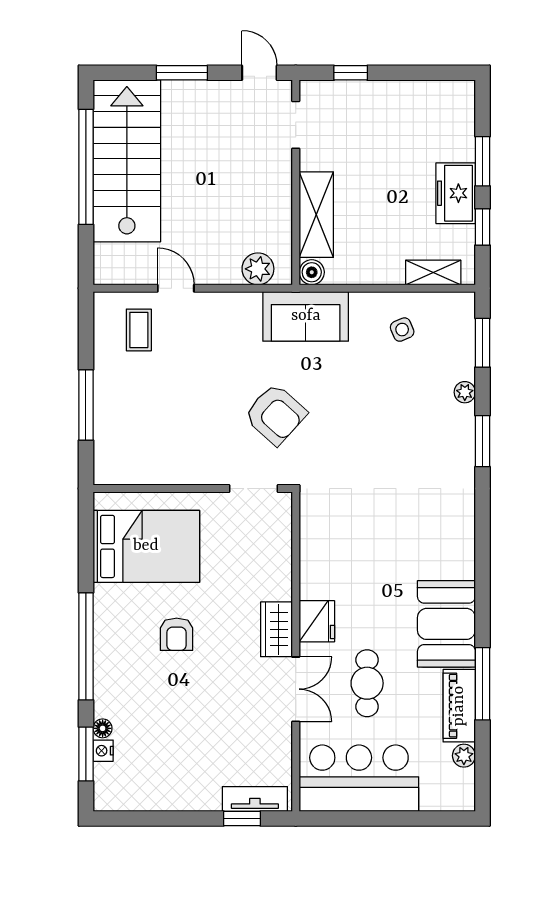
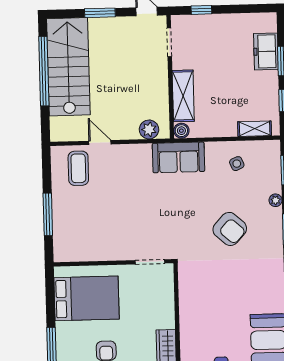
freezer: (456, 193) -> (266, 51), moved
coffee table: (139, 330) -> (78, 168), width x1.36, depth x1.30
armchair: (275, 414) -> (230, 229), moved
fridge: (317, 621) -> (190, 341), removed

